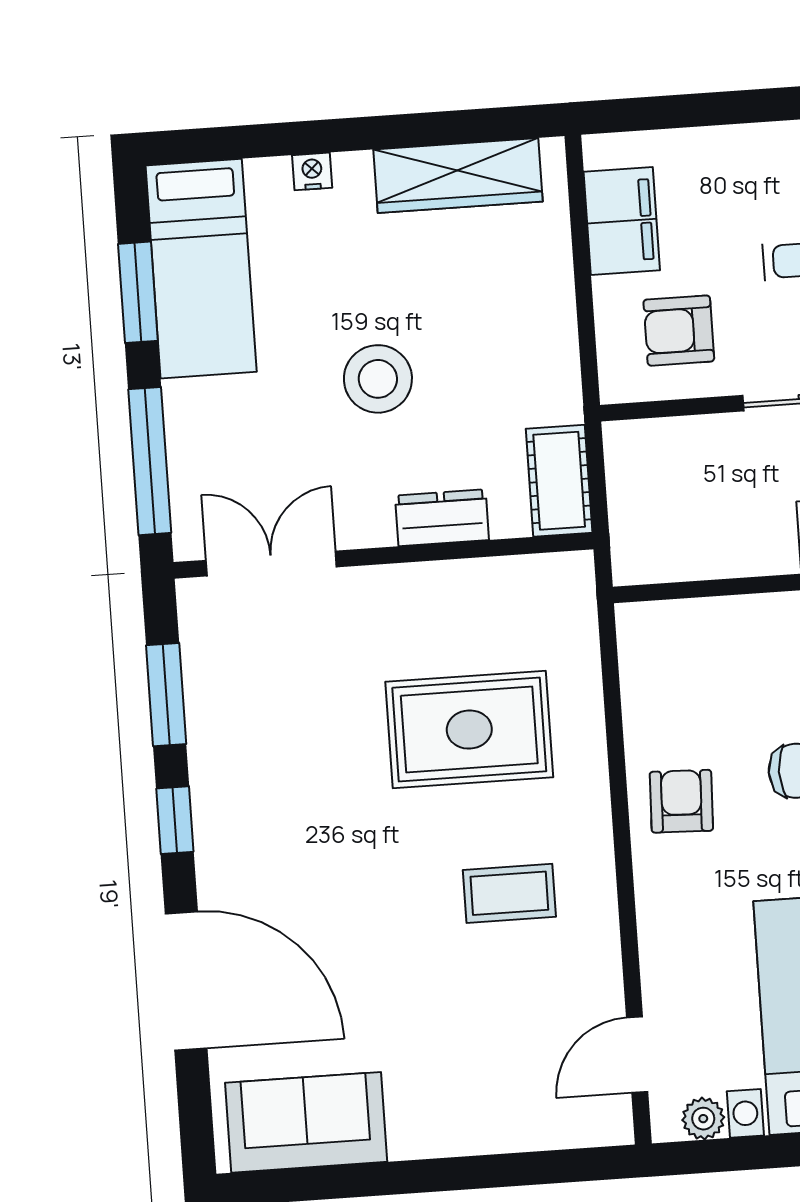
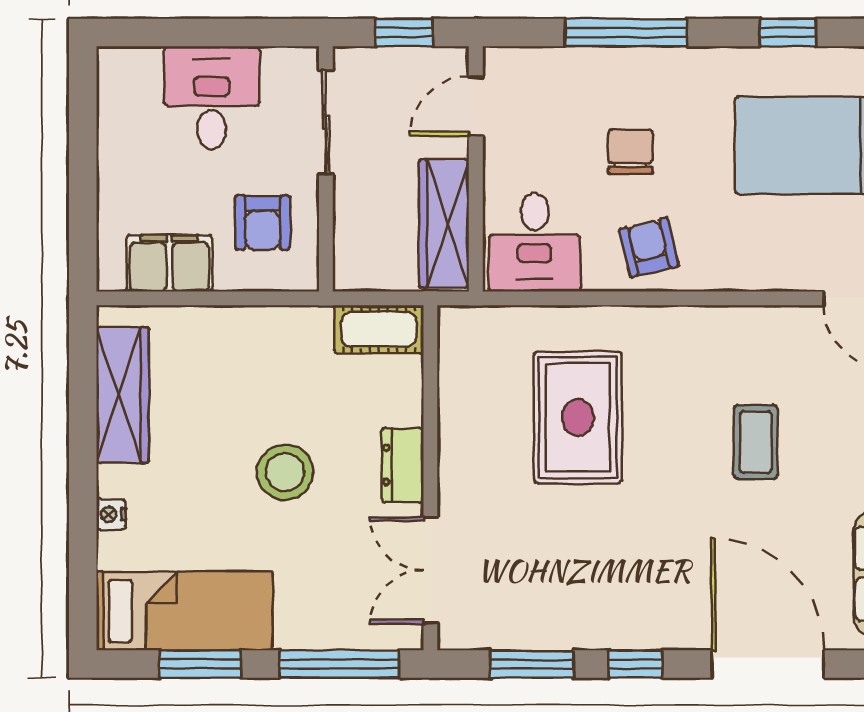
dresser: (442, 518) -> (403, 465), moved
wardrobe: (693, 551) -> (444, 223), added
desk: (678, 662) -> (535, 242), added
armchair: (681, 801) -> (649, 247), turned 75
coffee table: (509, 893) -> (756, 442), moved
door: (186, 981) -> (768, 664), hinge flipped

